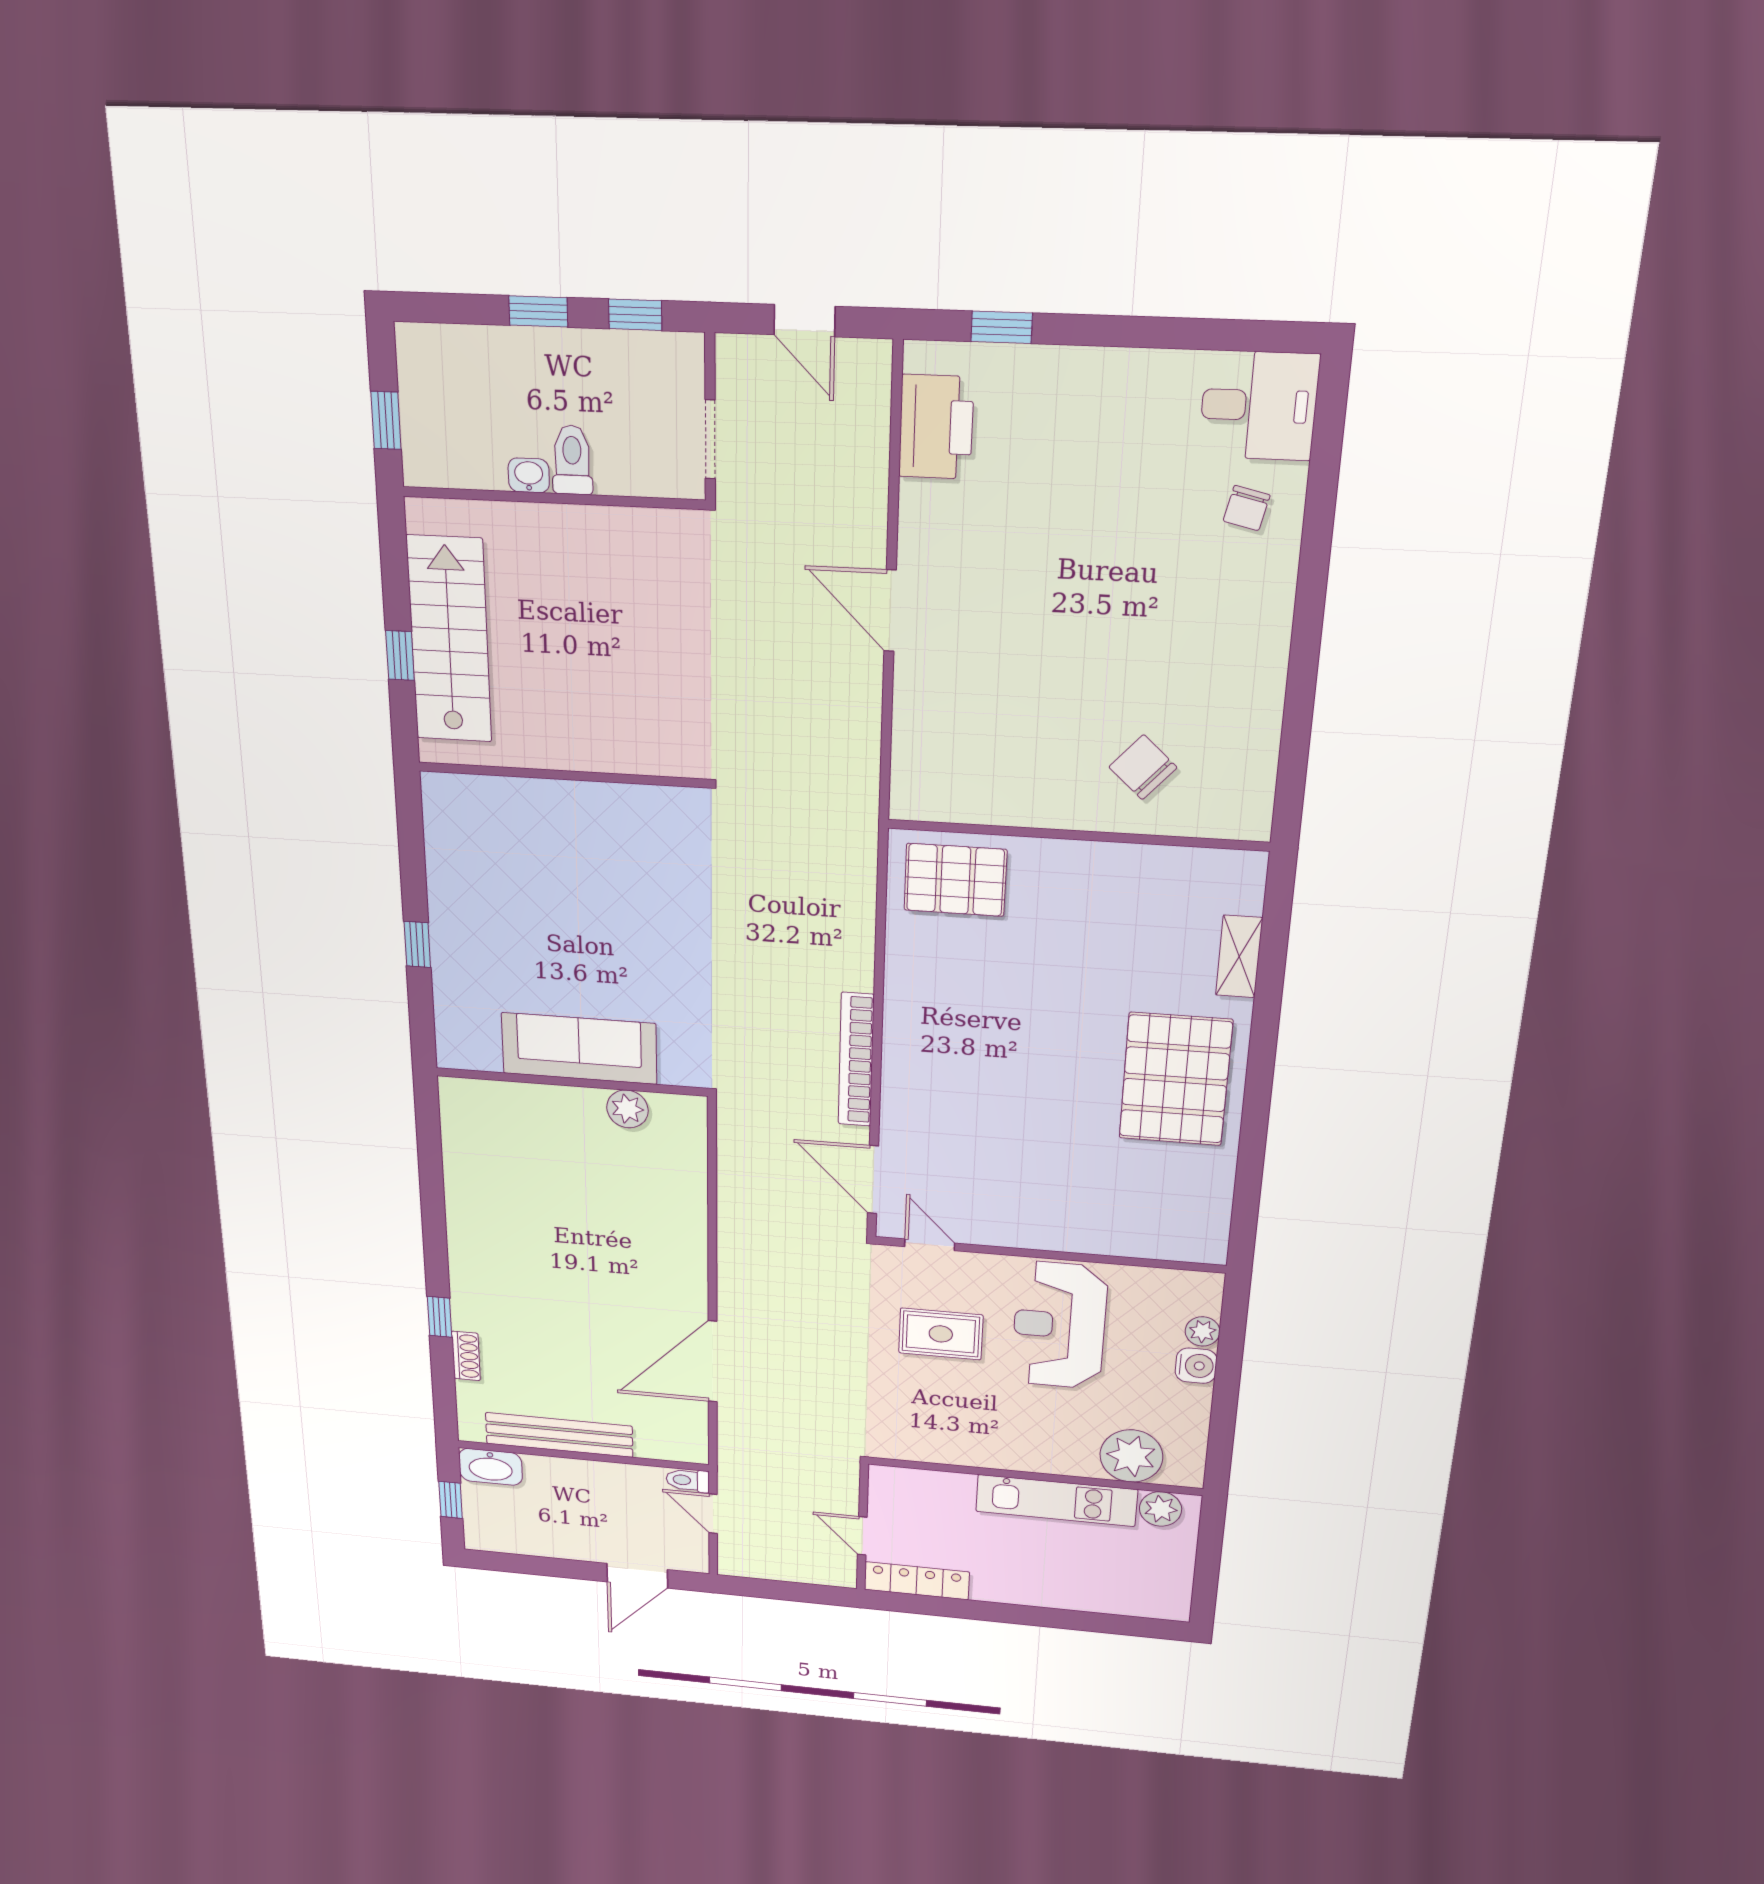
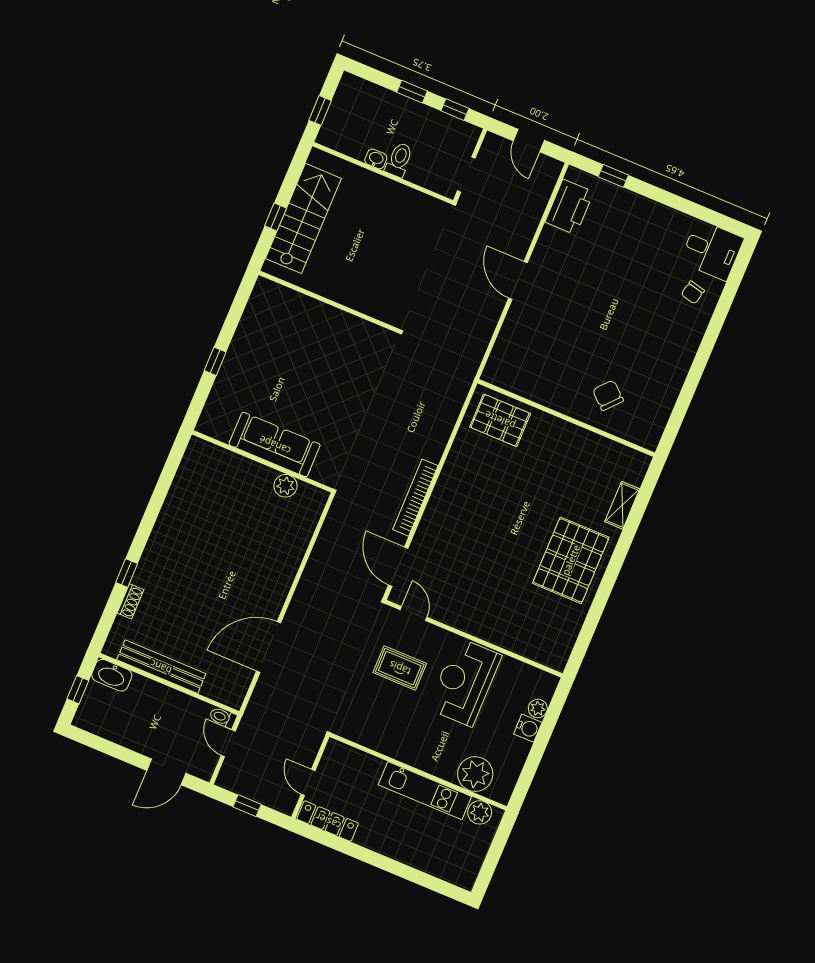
window: (782, 1590) -> (247, 806), added

